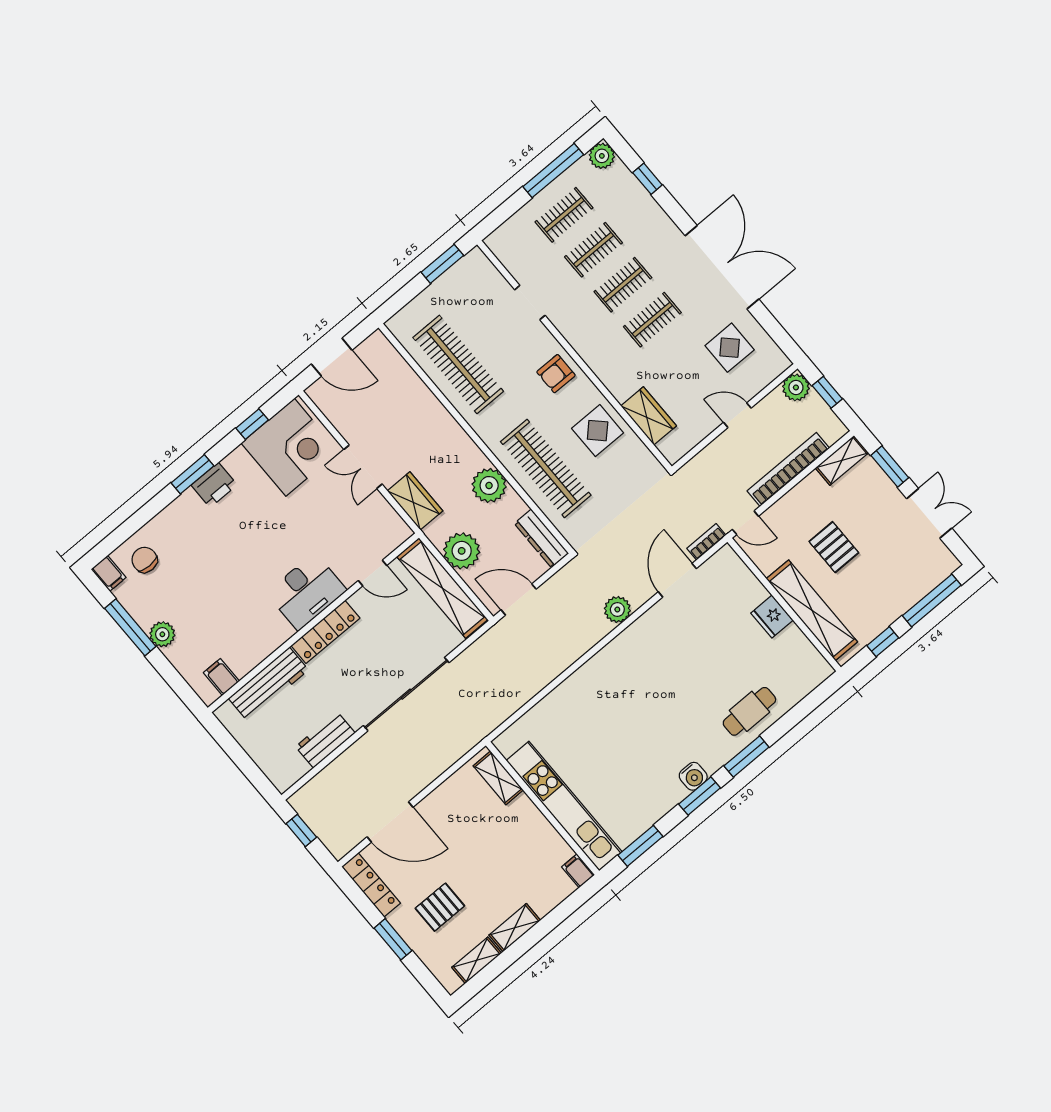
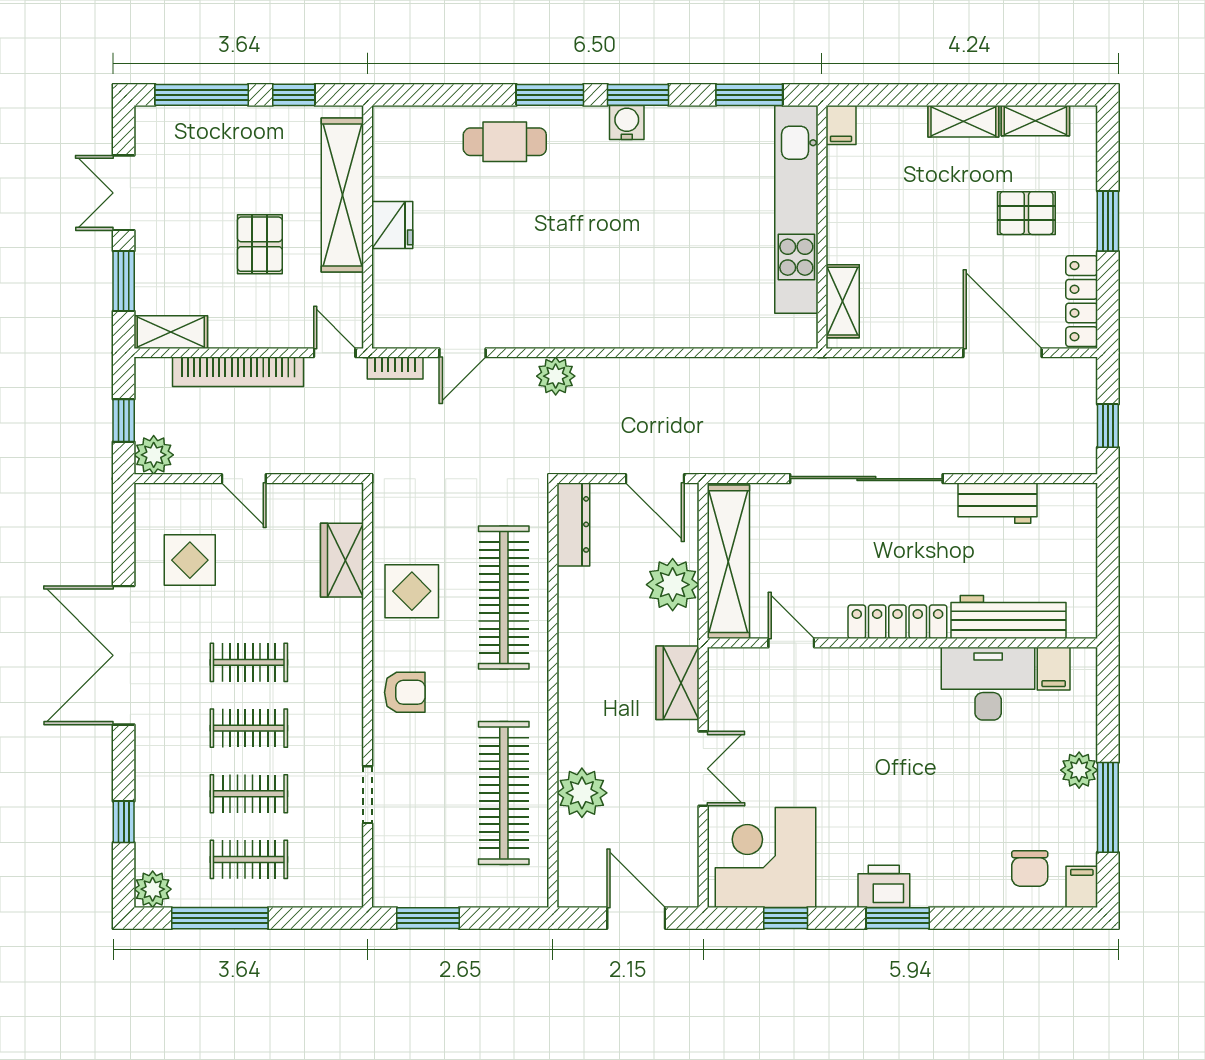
plant: (489, 485) -> (582, 793), moved
door: (677, 580) -> (463, 353), width x0.73
desk: (306, 592) -> (988, 684), moved

